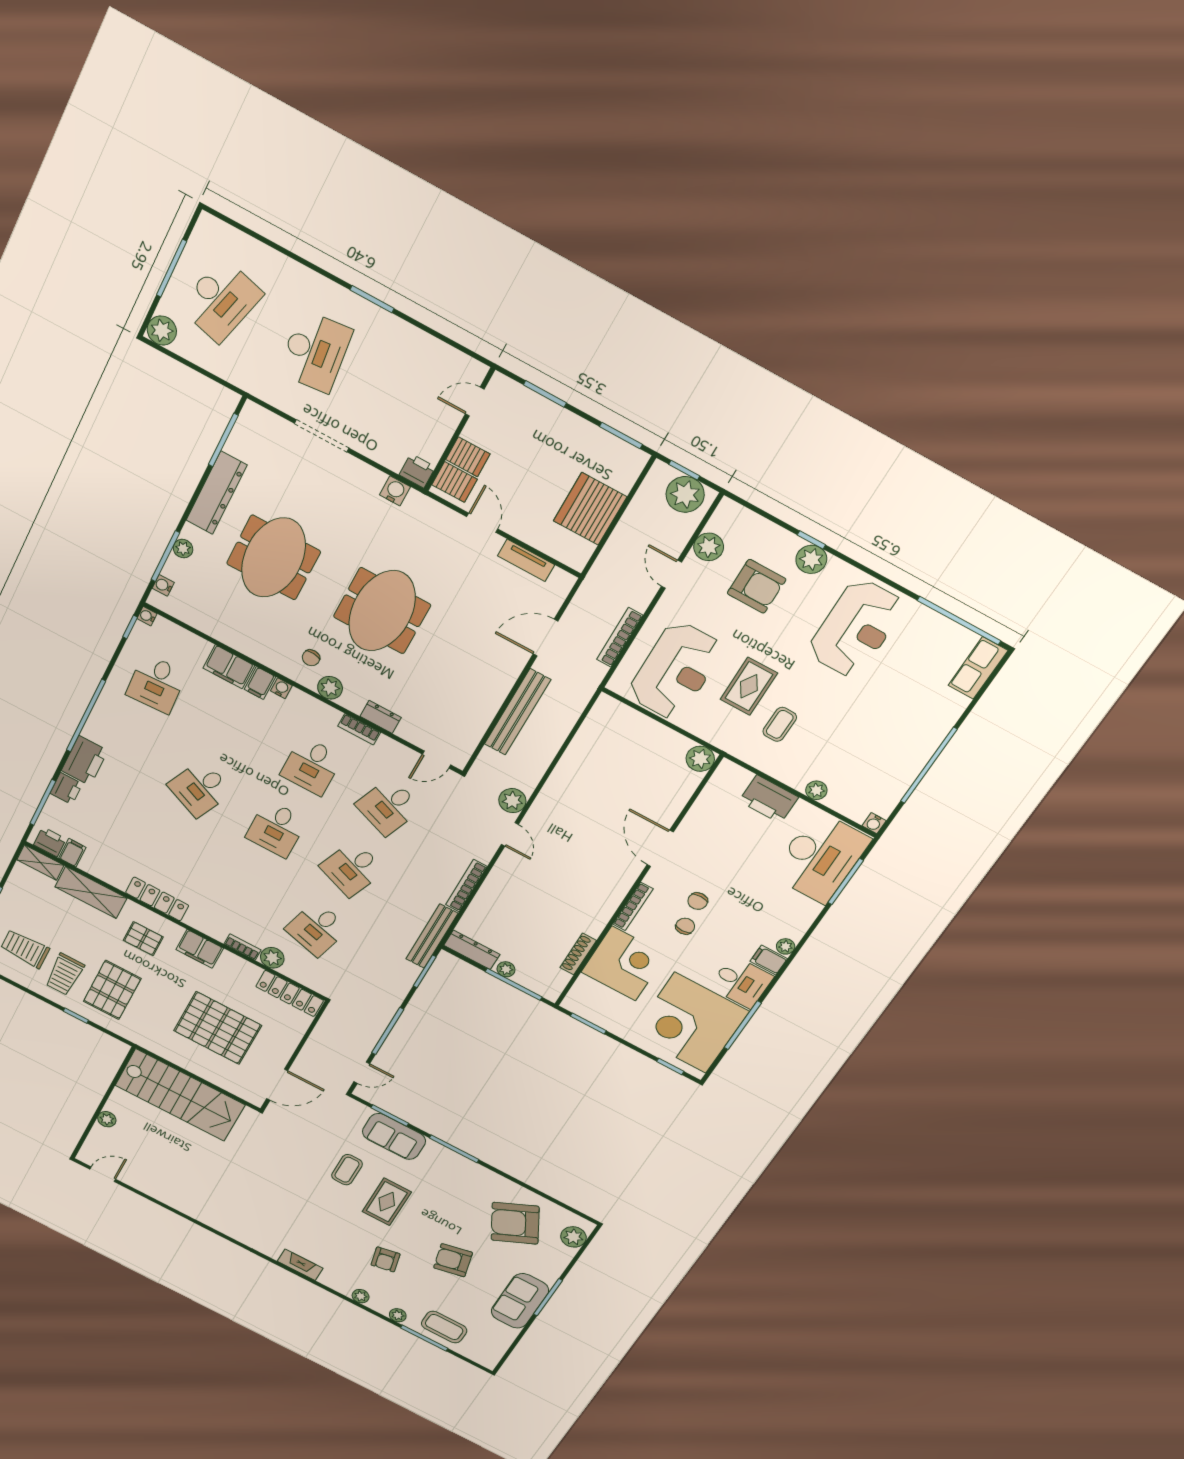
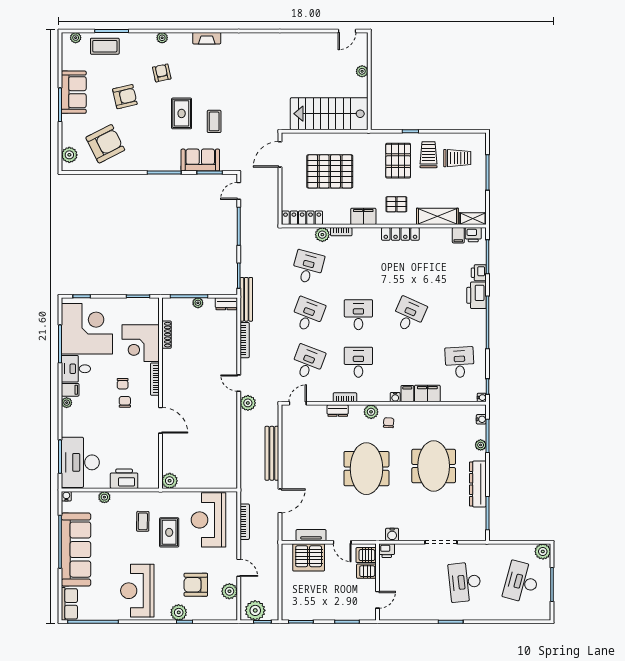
server rack: (590, 509) -> (309, 557), moved, turned 90
sofa: (912, 741) -> (76, 550), added
dresser: (472, 950) -> (226, 304), width x0.70
plant: (398, 1315) -> (76, 38), moved

